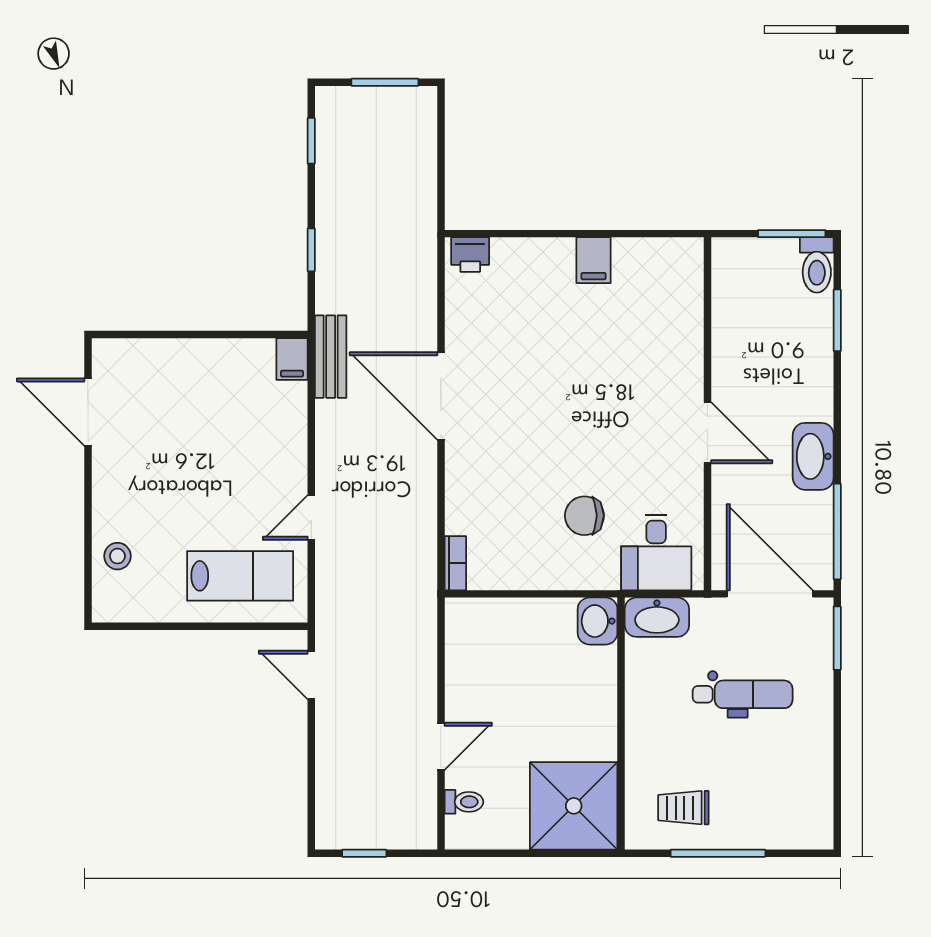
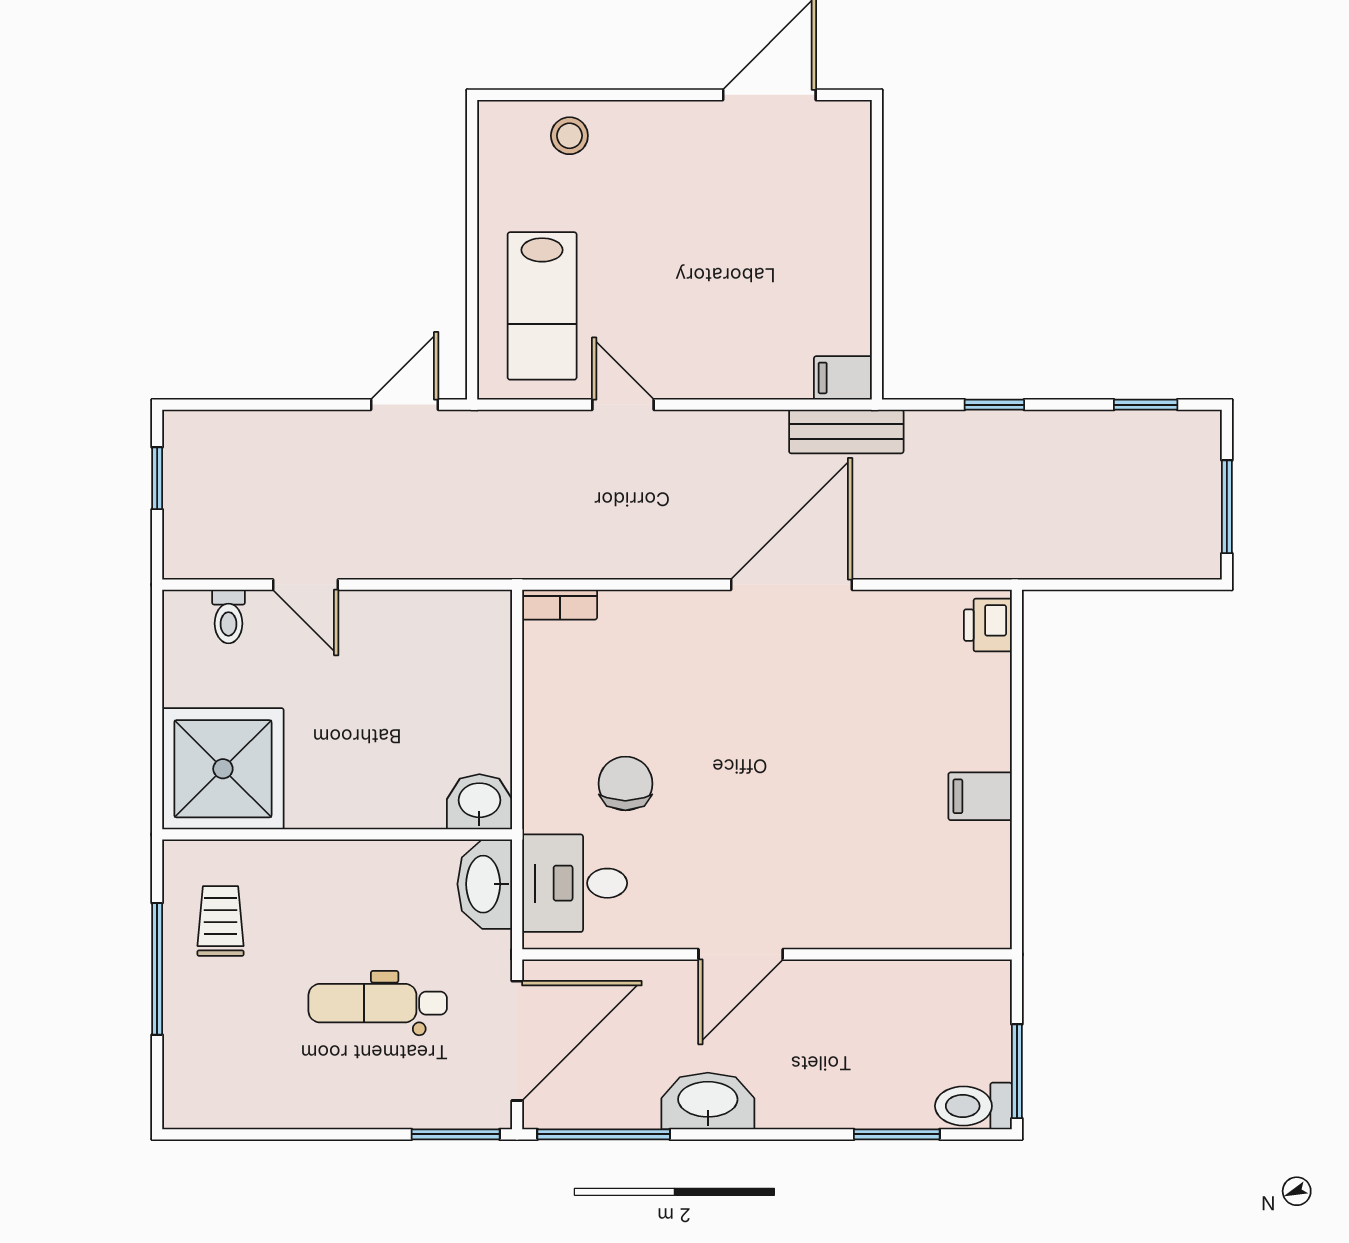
dental chair: (743, 694) -> (378, 1003), turned 90

